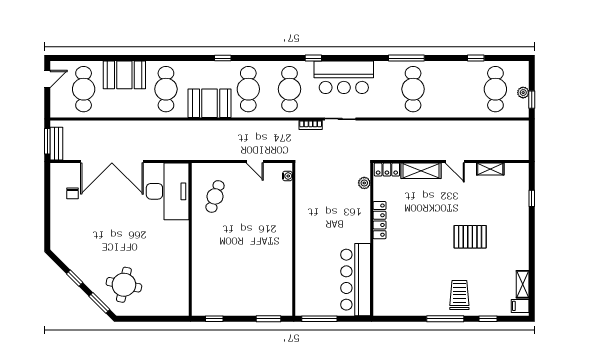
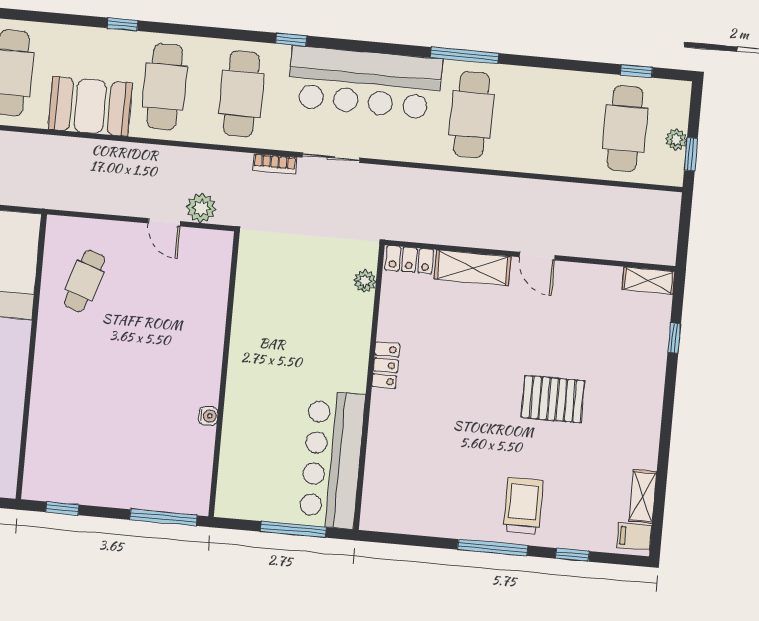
window: (476, 58) -> (636, 71), moved
bar counter: (344, 77) -> (365, 83), width x1.36
plant: (274, 152) -> (201, 208), added
shelving: (490, 169) -> (648, 281), moved
water cooler: (287, 176) -> (208, 416), moved
locker: (380, 220) -> (386, 365), width x0.66
window: (268, 319) -> (163, 518), width x1.44
window: (319, 319) -> (293, 529), moved

